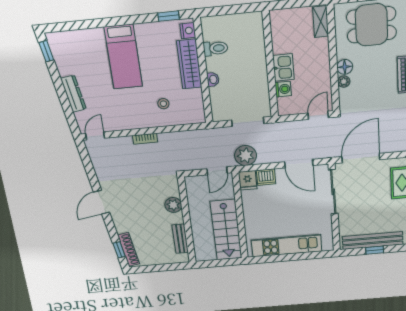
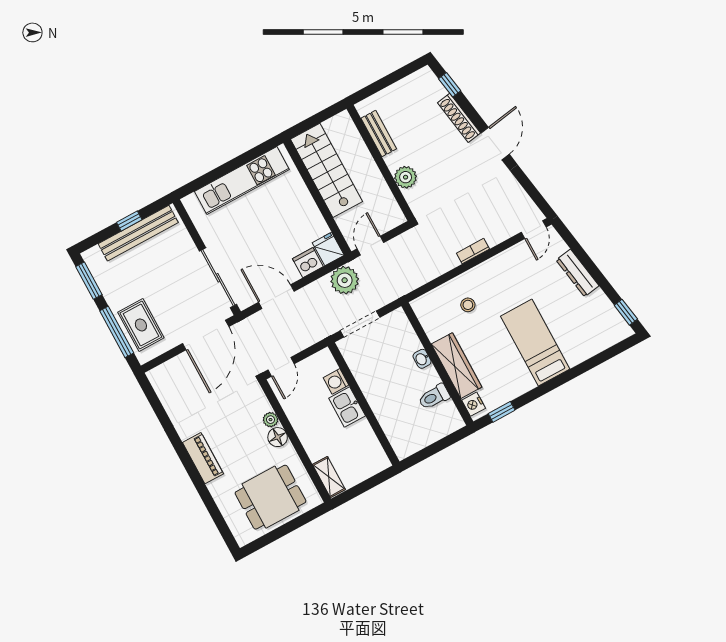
shoe rack: (129, 249) -> (459, 118), moved

